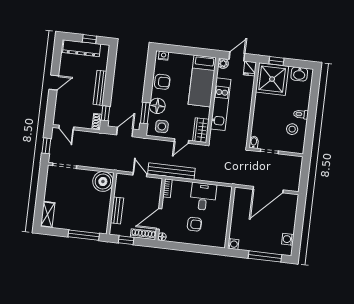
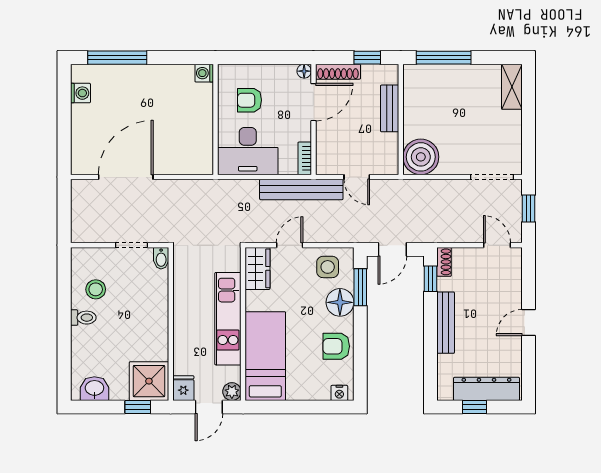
shower: (272, 79) -> (149, 381), width x0.73, depth x0.73
desk: (203, 197) -> (248, 151), width x1.37
wall: (230, 218) -> (215, 119), moved
washing machine: (233, 244) -> (204, 73), moved

